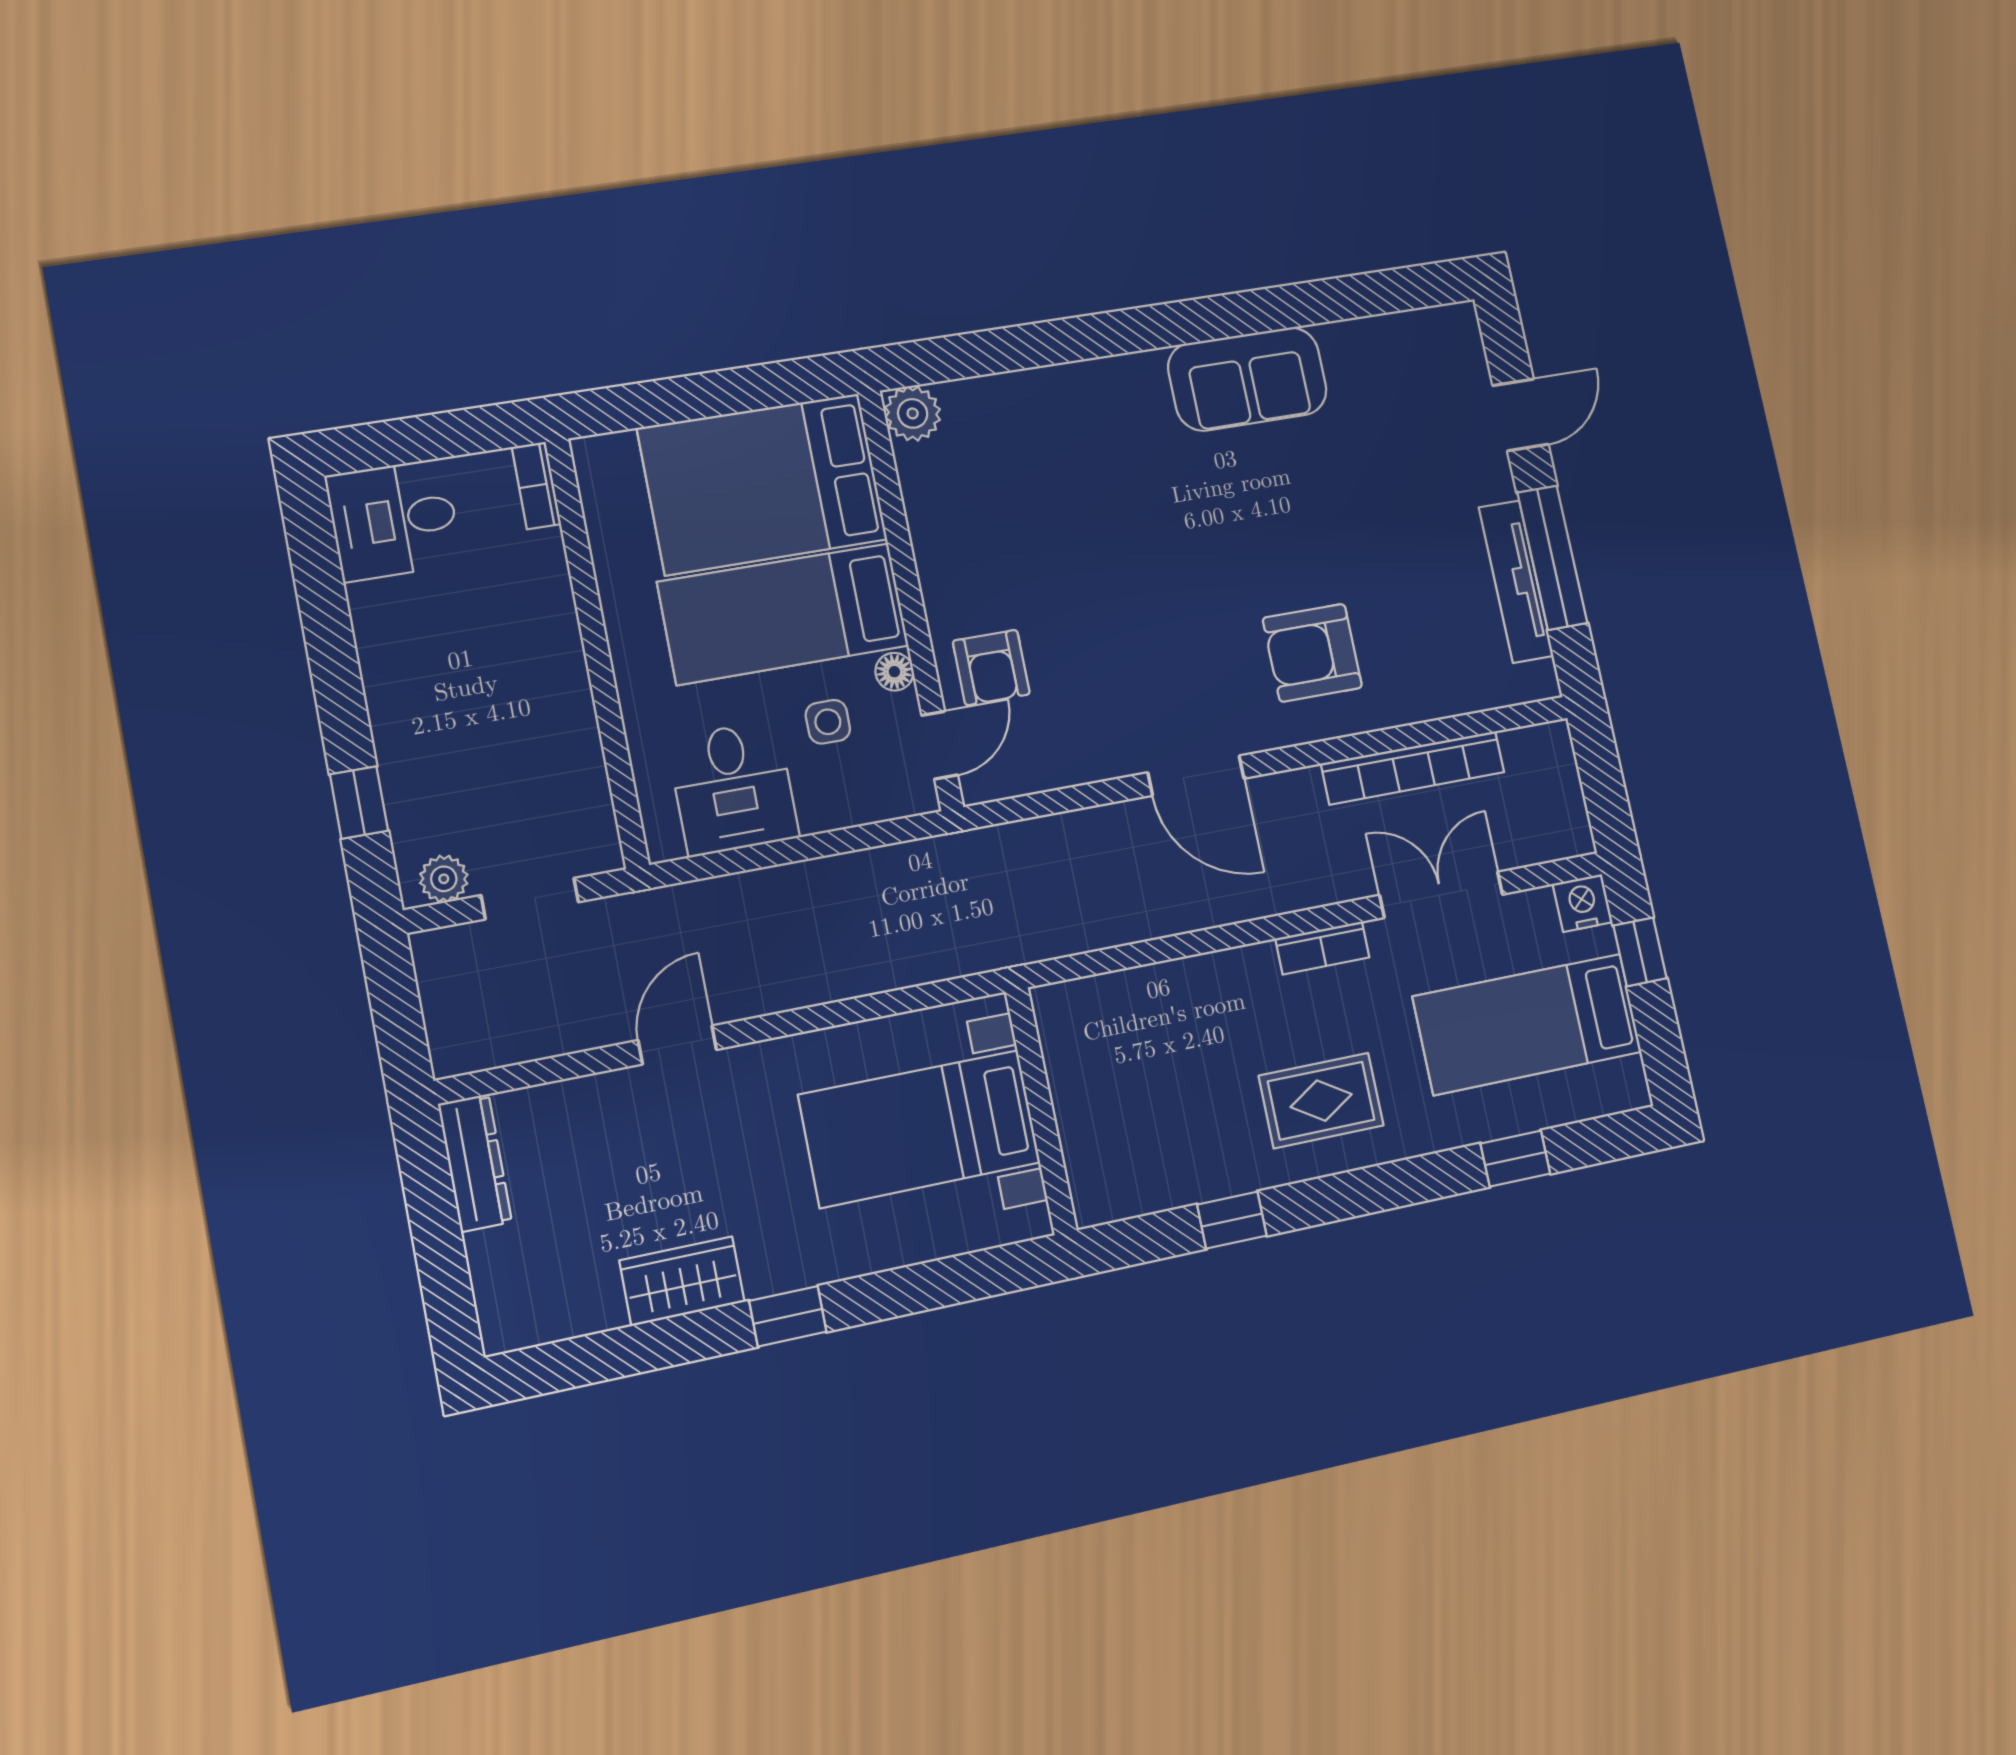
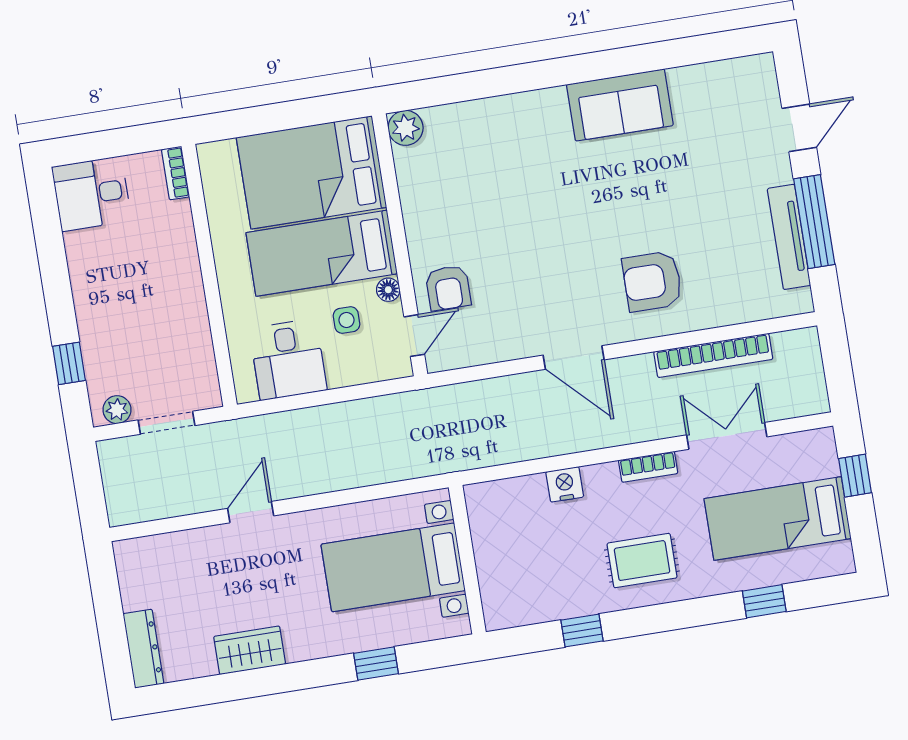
nightstand: (1583, 903) -> (565, 484), moved
dresser: (475, 1163) -> (143, 649), moved
window: (788, 1316) -> (376, 663), moved

